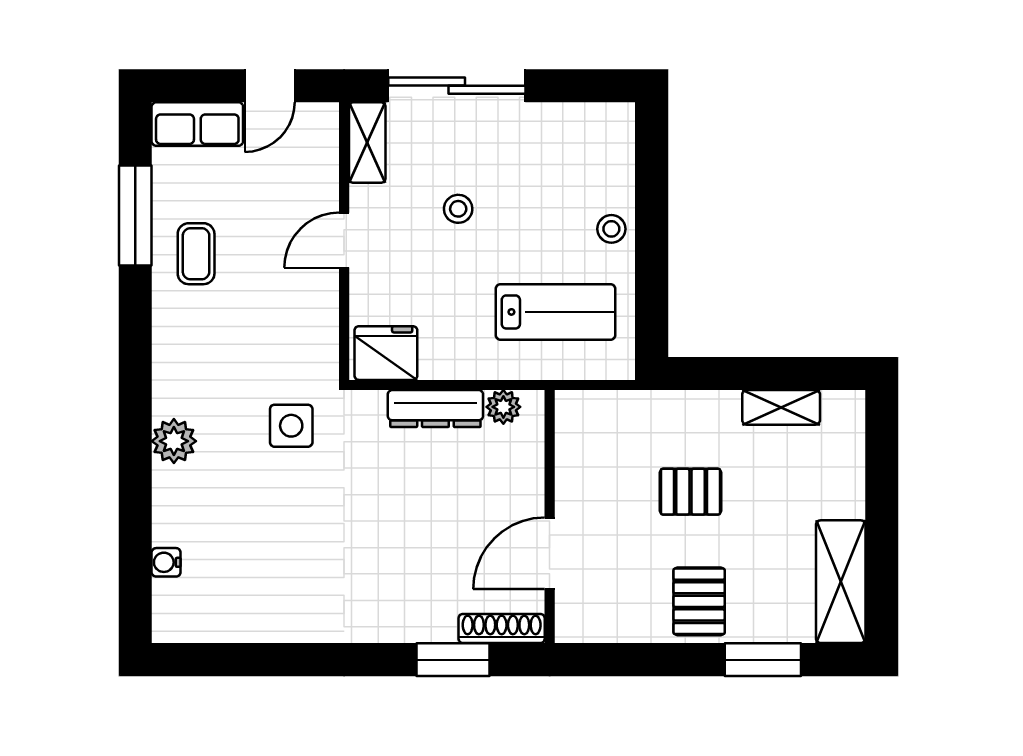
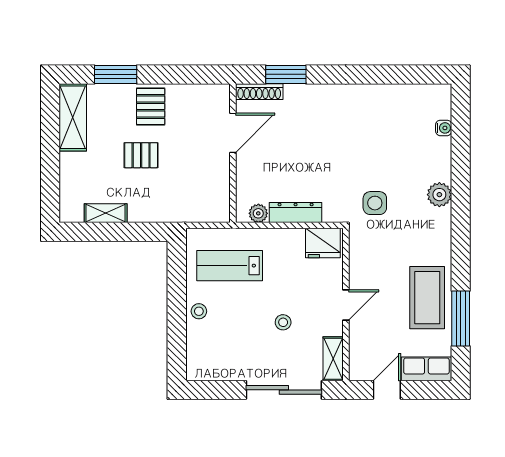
coffee table: (196, 254) -> (427, 298), width x1.86, depth x1.72
pallet: (690, 492) -> (141, 155), moved

